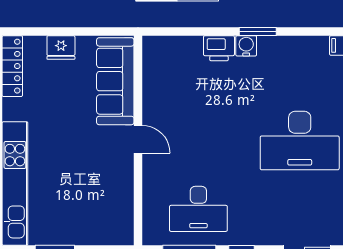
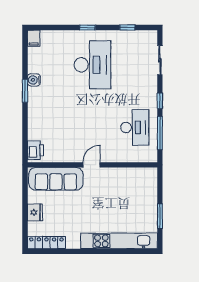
water cooler: (246, 46) -> (34, 80), moved
printer: (219, 48) -> (35, 150), moved

